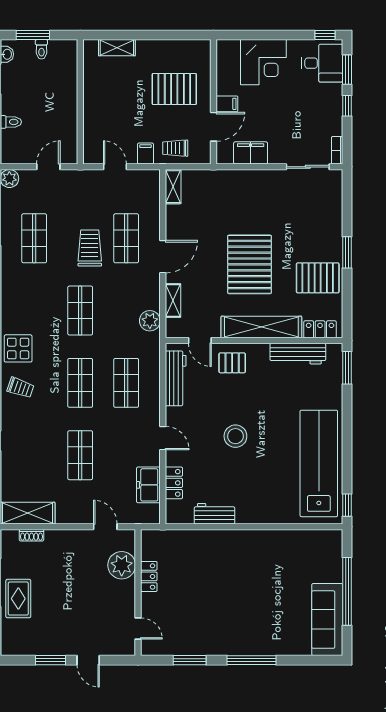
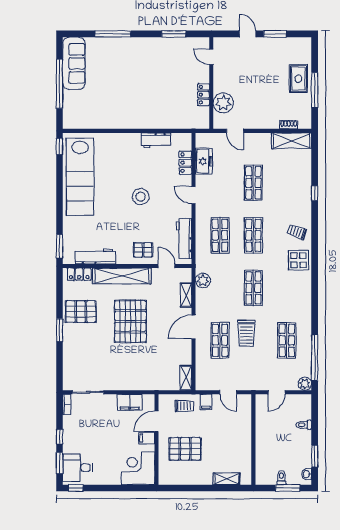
corner desk: (263, 62) -> (138, 468), moved
window: (252, 660) -> (113, 34), moved

